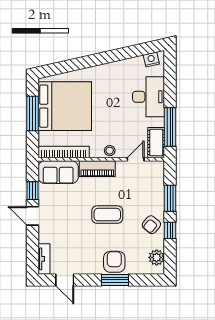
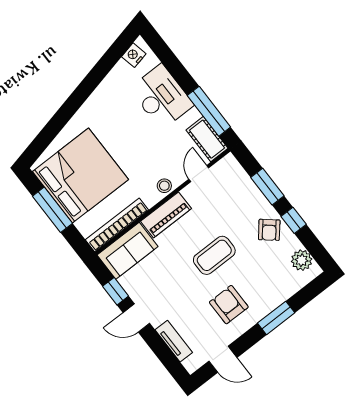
tv unit: (44, 259) -> (174, 341), moved
armchair: (114, 262) -> (229, 305), moved

